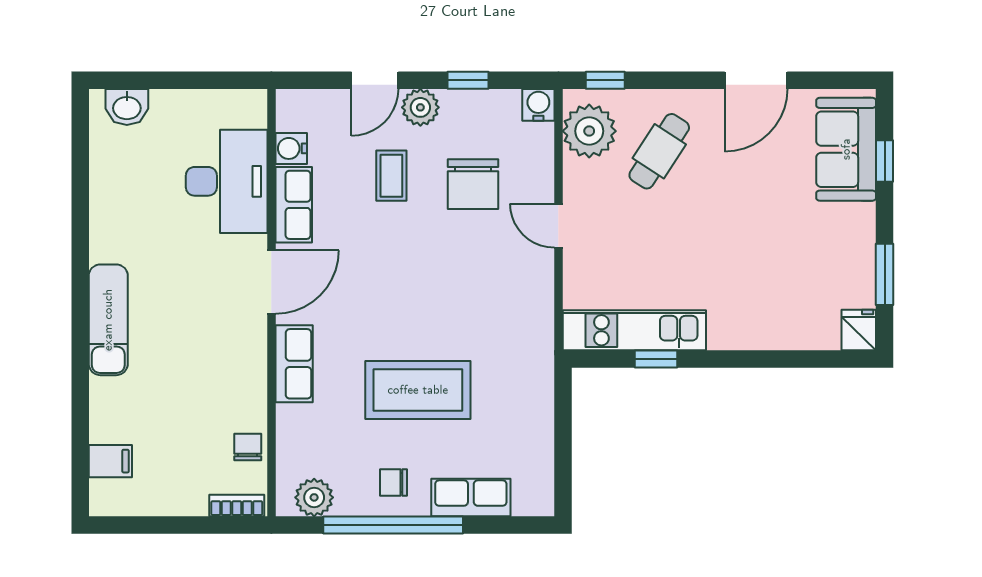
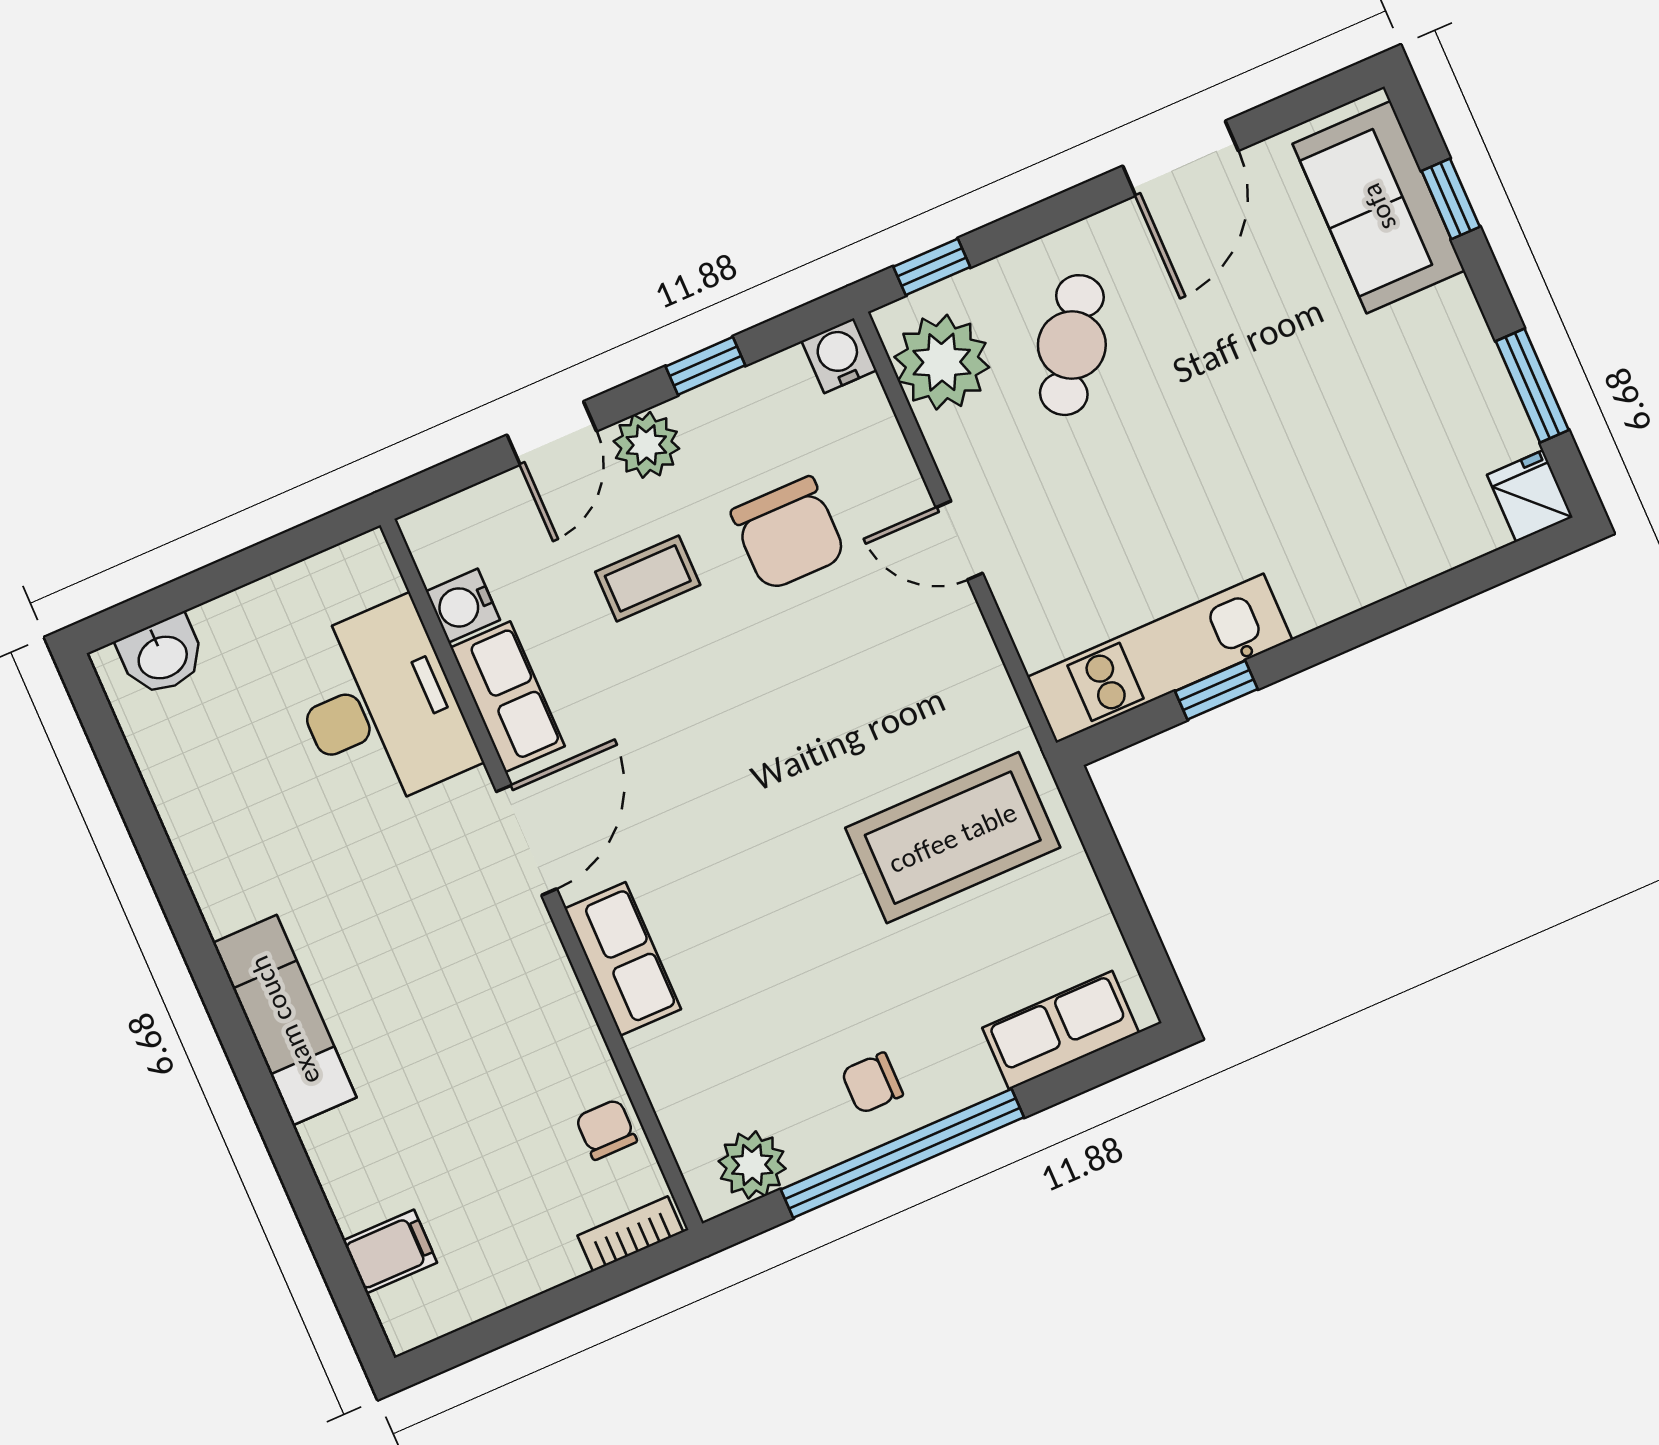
coffee table: (391, 176) -> (648, 578), turned 90
coffee table: (418, 390) -> (953, 838), moved
row of seats: (471, 498) -> (1061, 1030), moved

